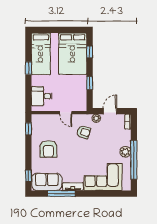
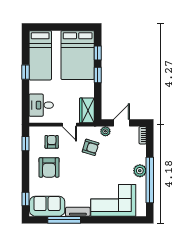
window: (90, 83) -> (98, 75), moved
wardrobe: (81, 101) -> (87, 110), added
armchair: (51, 127) -> (52, 142), added

